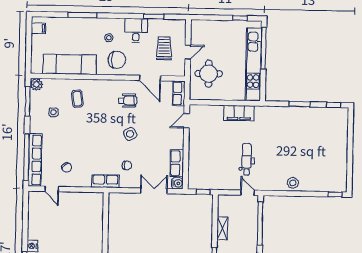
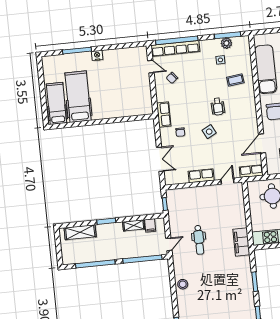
plant: (36, 84) -> (226, 43), moved
wheelchair: (128, 101) -> (218, 107), moved
filing cabinet: (239, 113) -> (241, 242), moved
door: (187, 121) -> (227, 181), hinge flipped
dental chair: (247, 159) -> (199, 240), turned 90
row of seats: (177, 163) -> (201, 176), moved
water cooler: (177, 183) -> (170, 180), removed
door: (52, 189) -> (151, 67), swing flipped
filing cabinet: (225, 211) -> (150, 225), added

